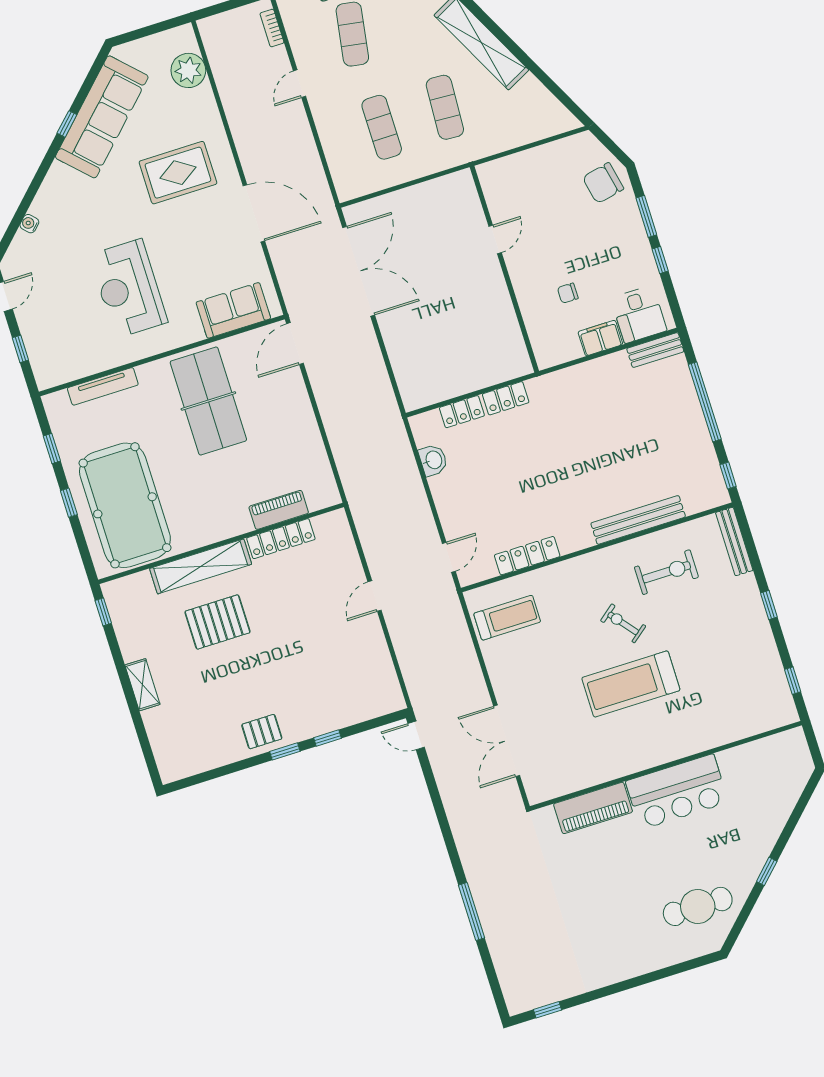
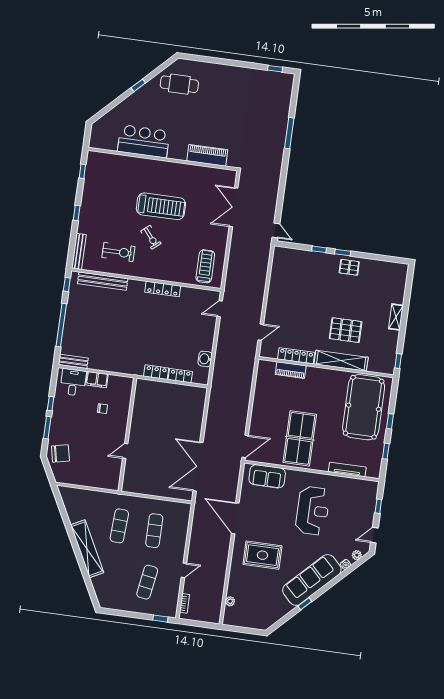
plant: (188, 70) -> (230, 601), width x0.53, depth x0.53
sofa: (102, 117) -> (312, 580), moved
plant: (18, 248) -> (357, 555), added
bench: (638, 520) -> (103, 281), moved
locker: (527, 556) -> (163, 289), moved
exercise bike: (666, 572) -> (118, 252), turned 180
door: (375, 596) -> (261, 332), moved
treadmill: (507, 618) -> (205, 266), turned 90
double door: (507, 741) -> (234, 207), swing flipped
bar counter: (677, 792) -> (144, 141), moved

